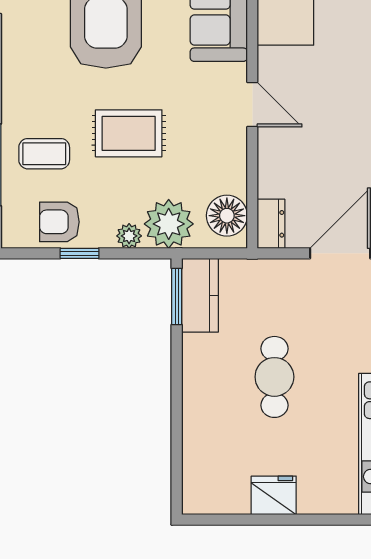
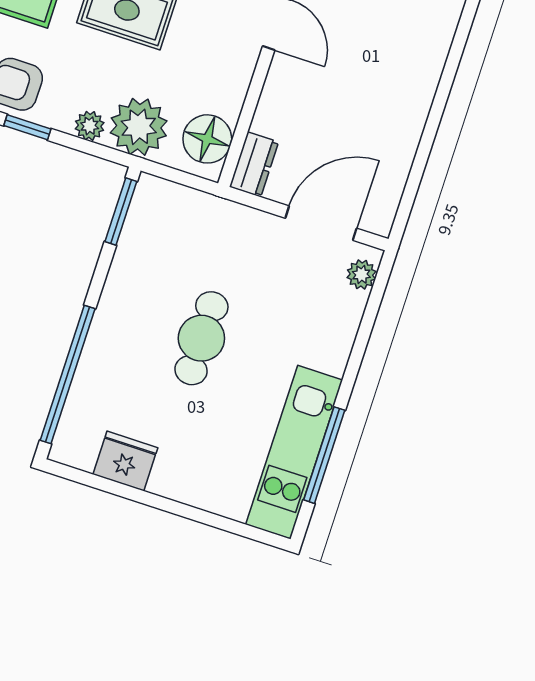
kitchen counter: (200, 295) -> (148, 219), removed
window: (177, 441) -> (68, 374), added
fridge: (274, 495) -> (125, 461), moved

